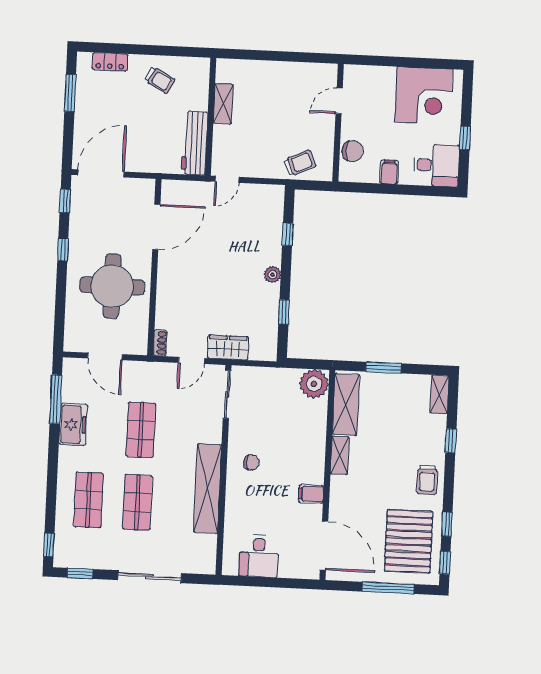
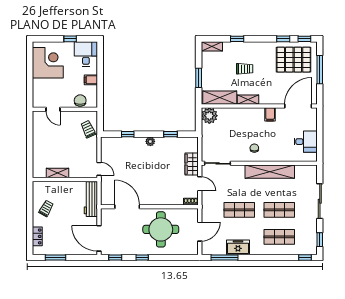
workbench: (194, 143) -> (91, 199), moved, turned 90
trolley: (427, 480) -> (245, 69), moved

